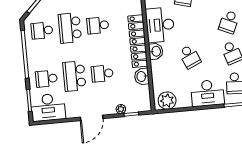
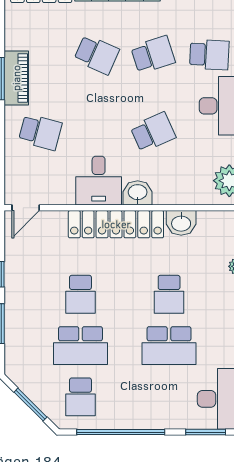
desk: (160, 25) -> (99, 181), width x0.73
school desk: (46, 79) -> (169, 397), removed

